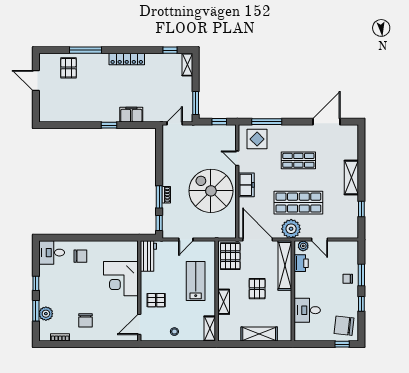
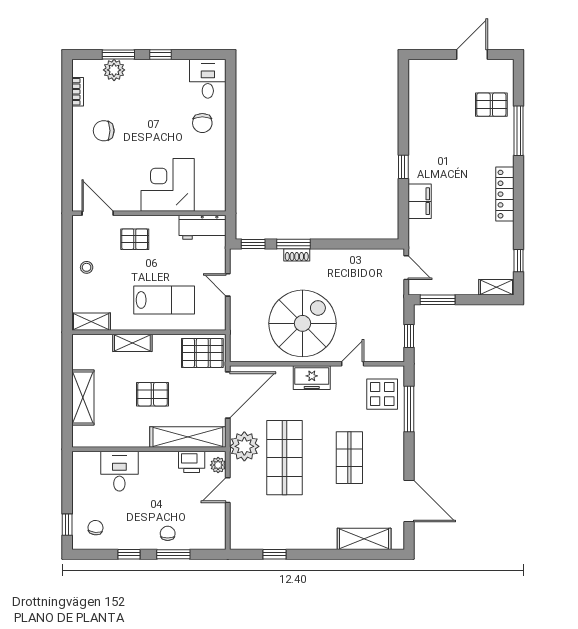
shelving: (351, 177) -> (364, 539), moved
pallet: (156, 300) -> (135, 239), turned 90
chair: (344, 326) -> (96, 528), width x0.54, depth x0.54

